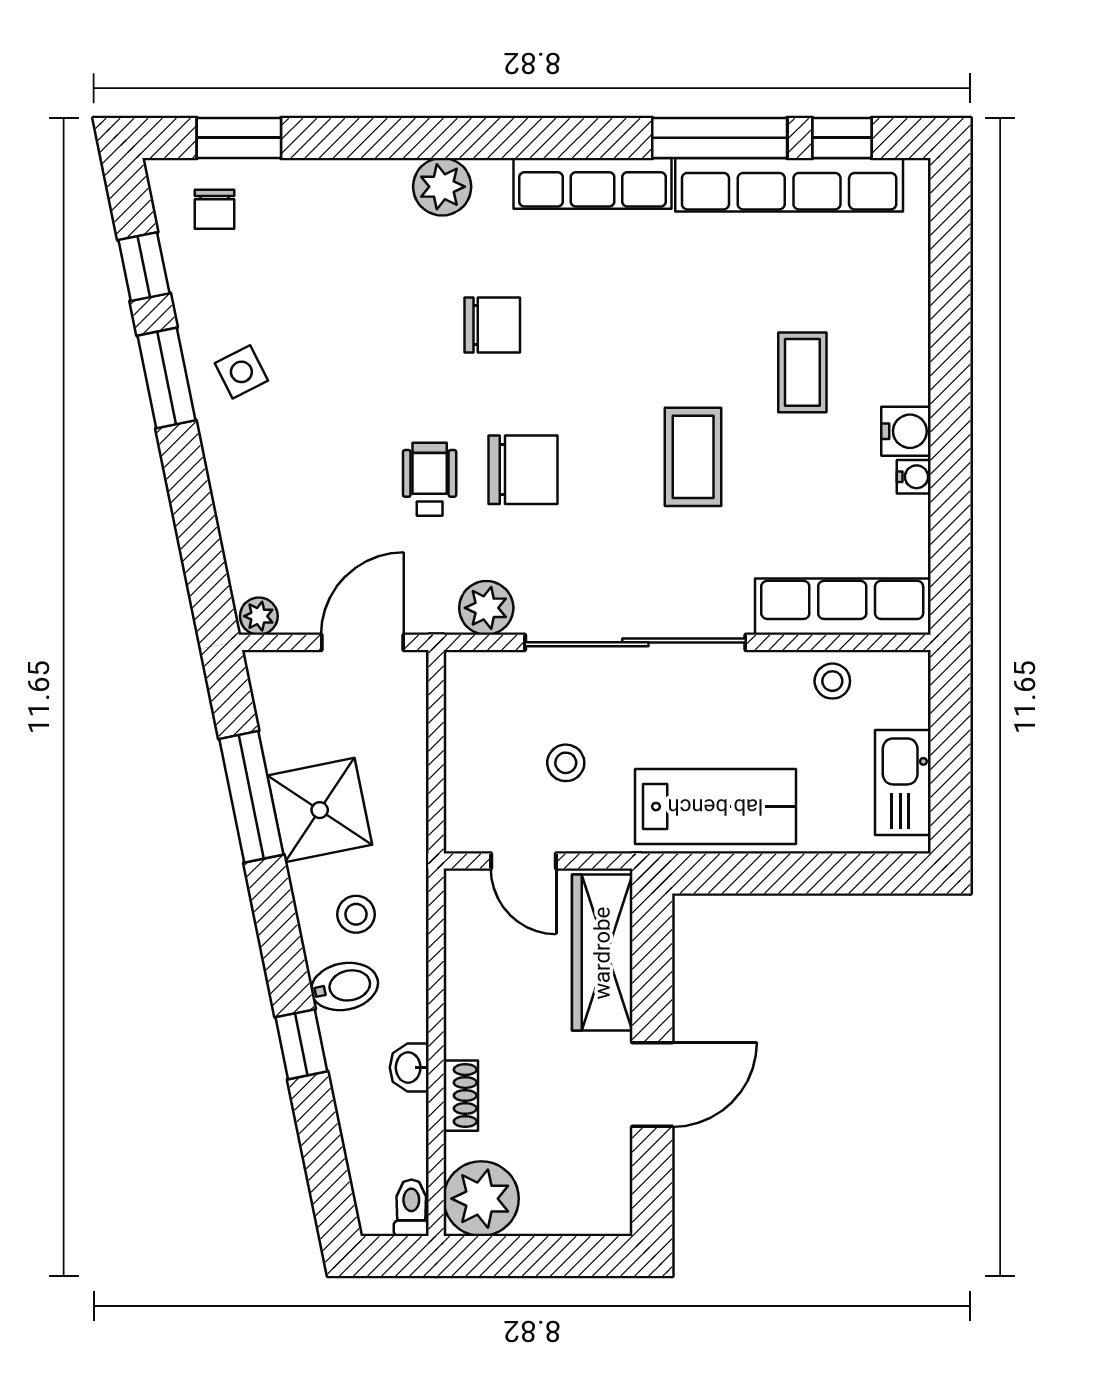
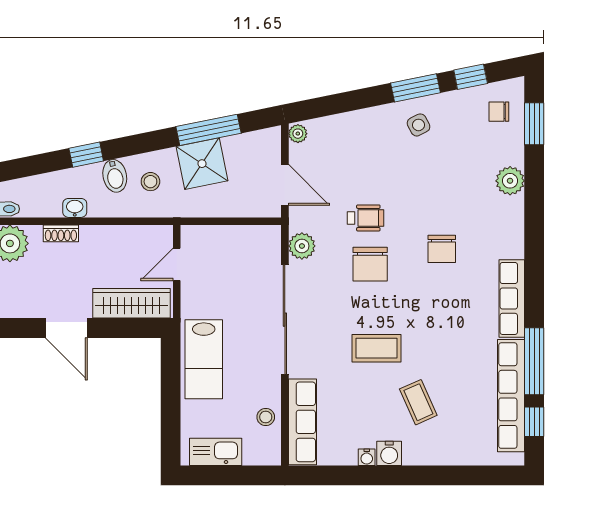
plant: (442, 187) -> (510, 181), moved
coffee table: (802, 372) -> (418, 402), turned 66
stool: (566, 763) -> (225, 285), removed

